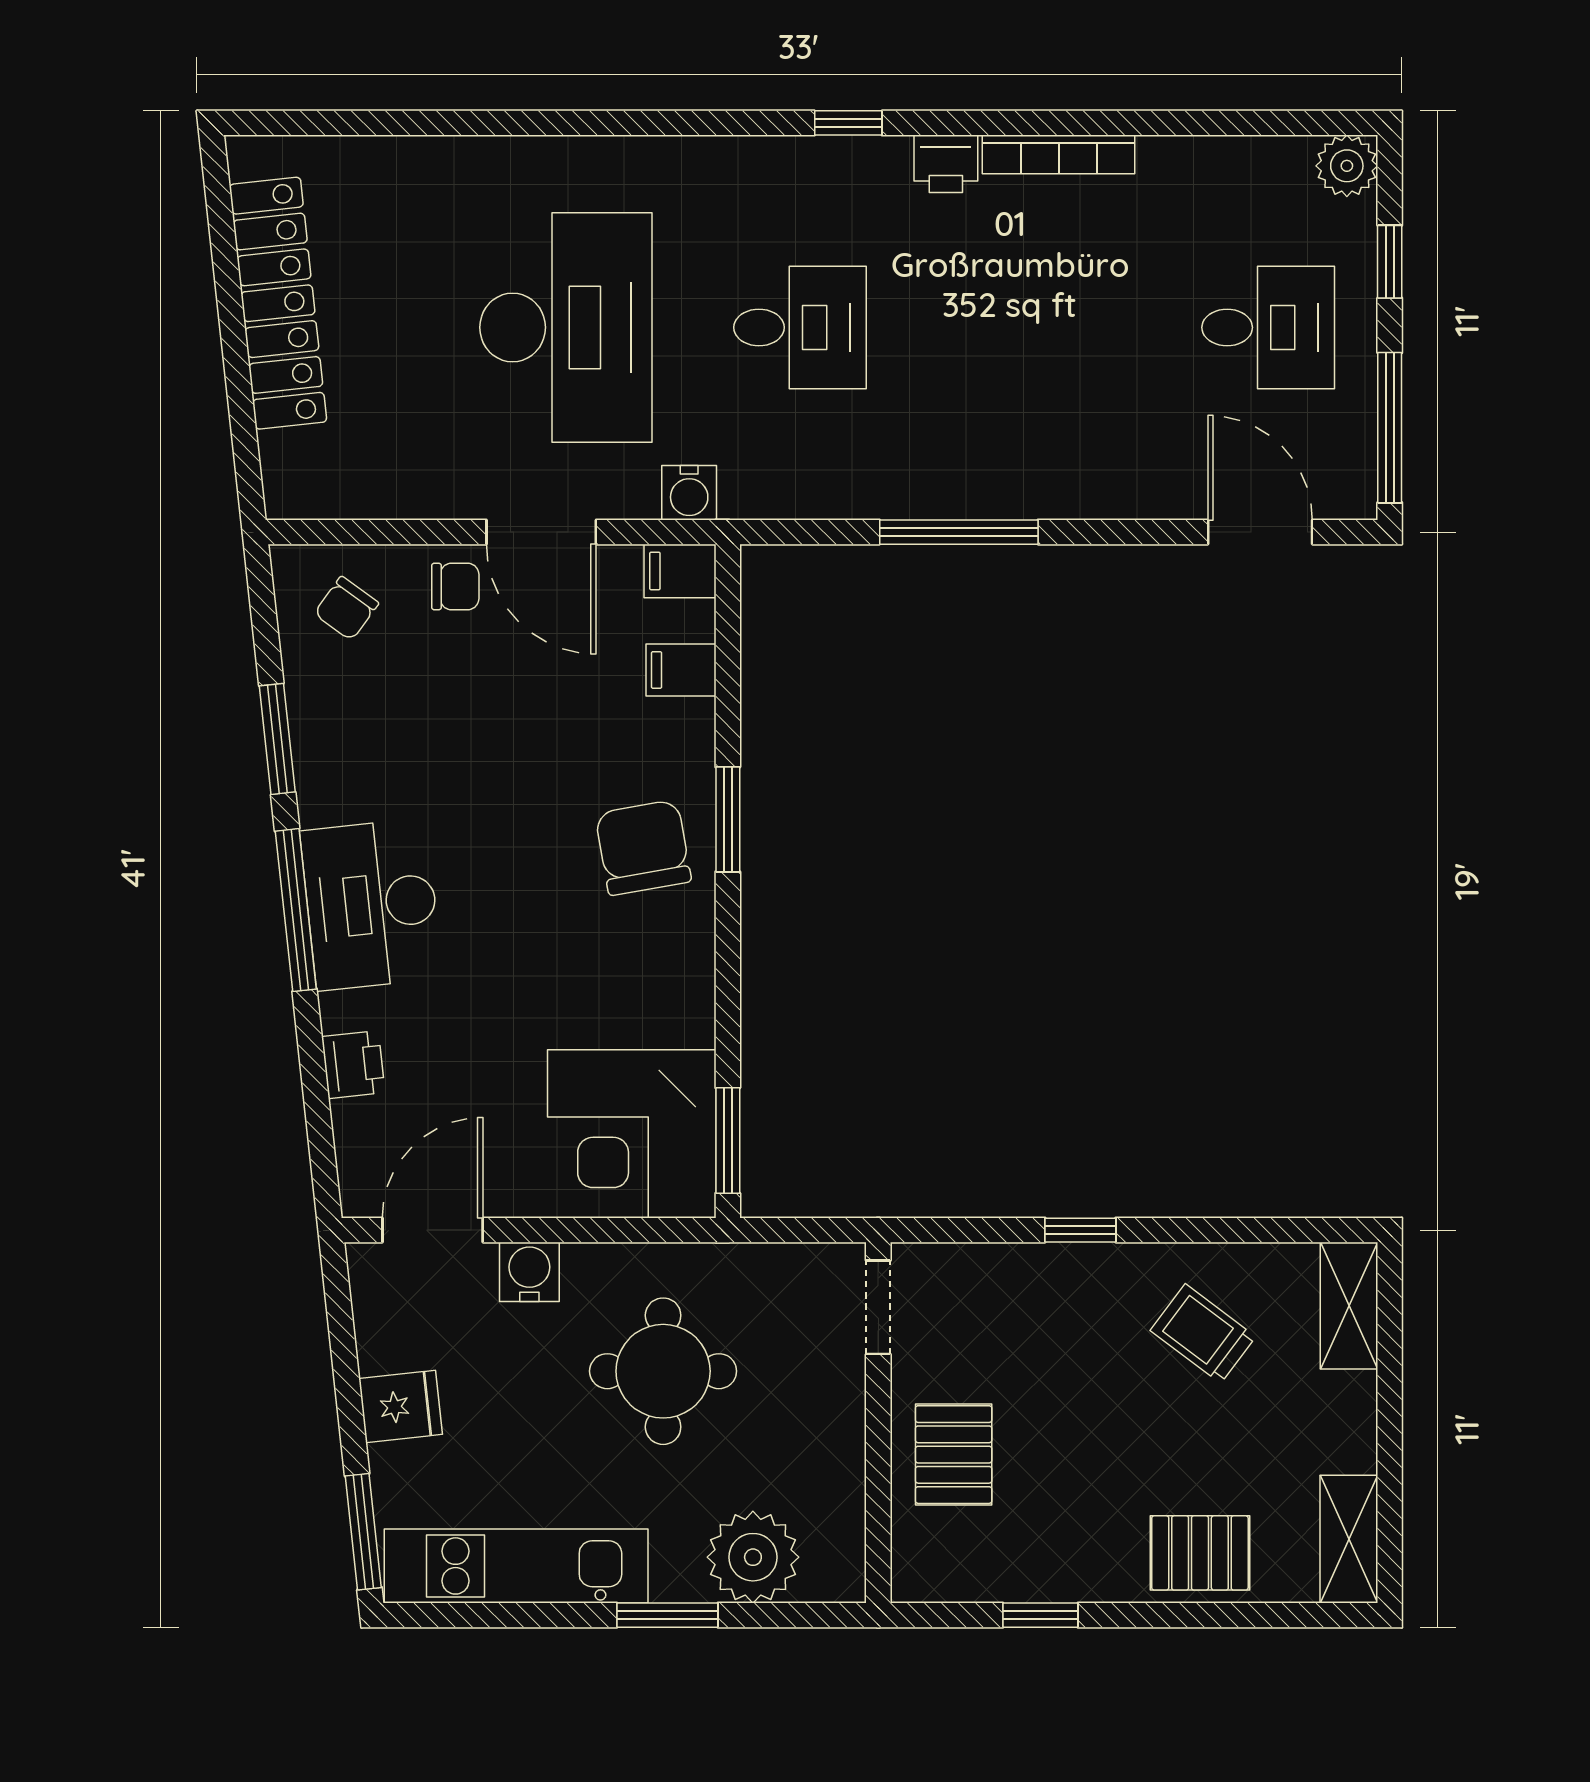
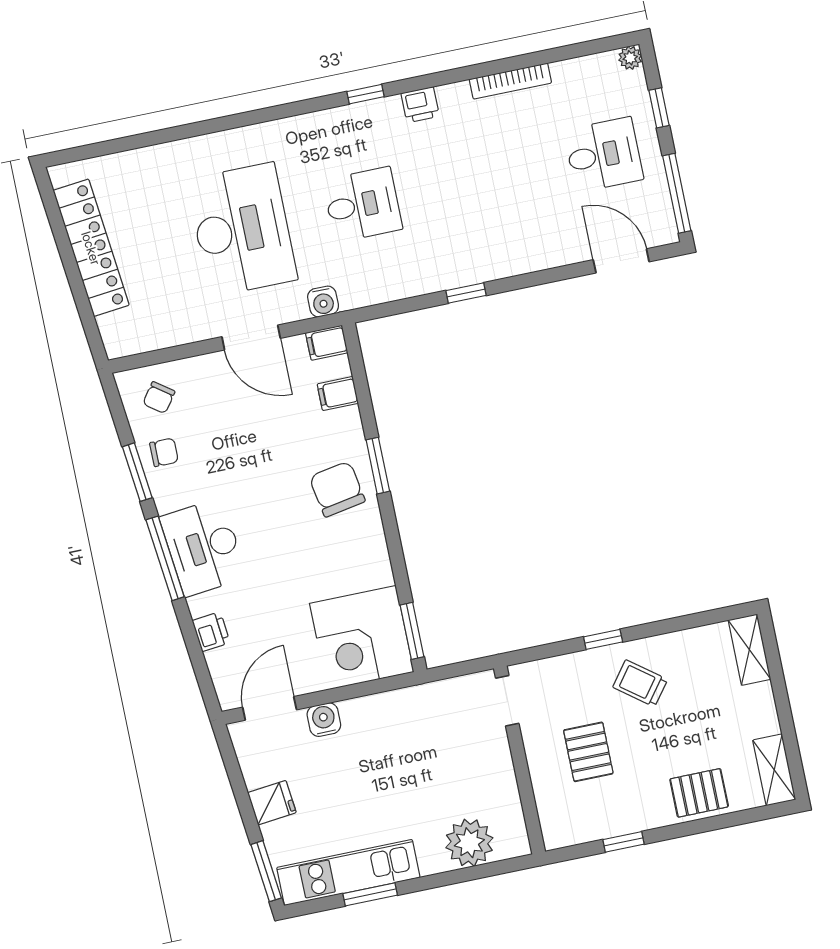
bookcase: (1059, 154) -> (510, 81), moved
plant: (1347, 166) -> (630, 58), width x0.73, depth x0.73
window: (959, 532) -> (466, 293), width x0.46
chair: (455, 586) -> (164, 452), moved
trolley: (1203, 1334) -> (640, 683), moved
round table: (663, 1371) -> (403, 757), removed
pallet: (954, 1455) -> (588, 752), moved
window: (667, 1615) -> (370, 894), moved

